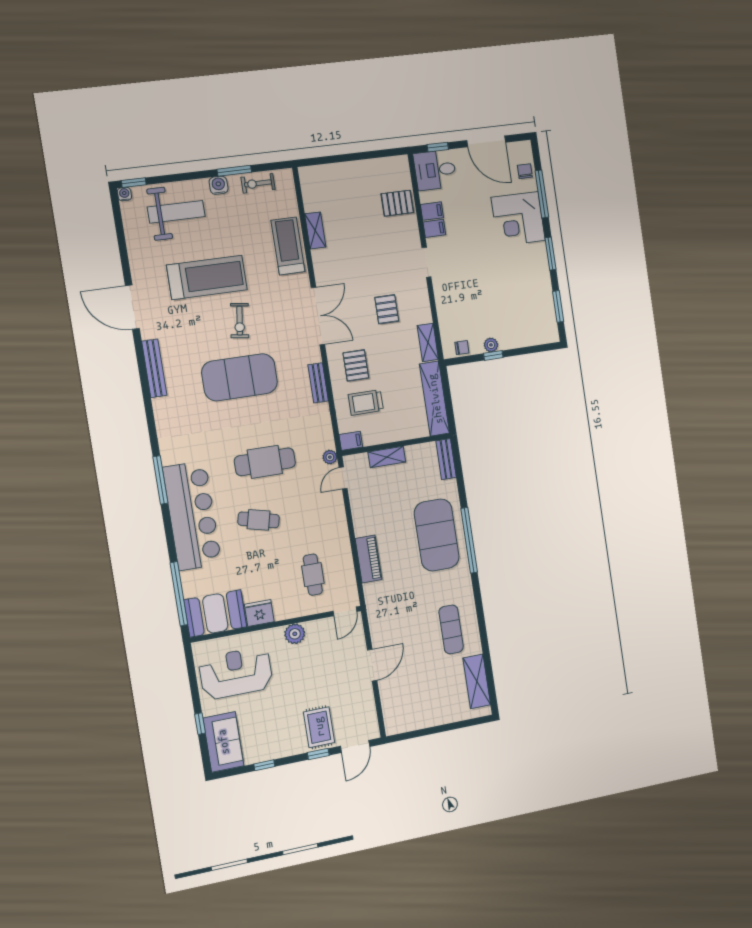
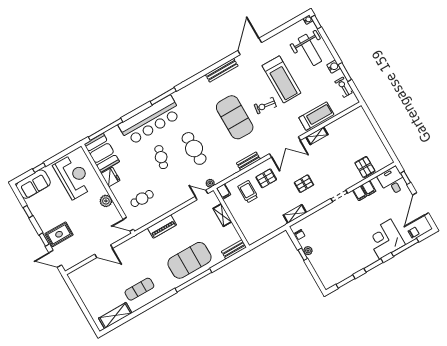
shelving: (315, 230) -> (317, 136), moved
shelving: (435, 399) -> (265, 230), removed

